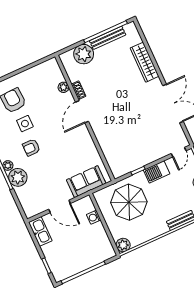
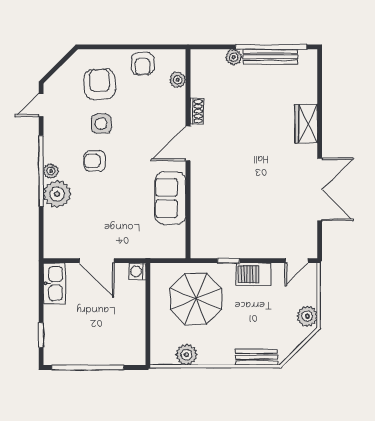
plant: (84, 54) -> (234, 57), width x0.53, depth x0.53
wardrobe: (144, 62) -> (306, 124), width x0.67
armchair: (33, 77) -> (143, 64), added
plant: (63, 87) -> (178, 80), moved
sofa: (86, 182) -> (170, 198), moved, turned -90
washing machine: (94, 217) -> (137, 271), moved
plant: (123, 245) -> (186, 355), moved

